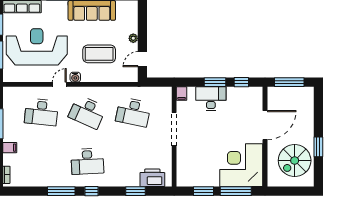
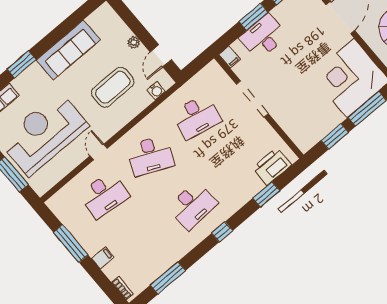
water cooler: (75, 77) -> (156, 91), moved
window: (61, 191) -> (168, 278), moved

